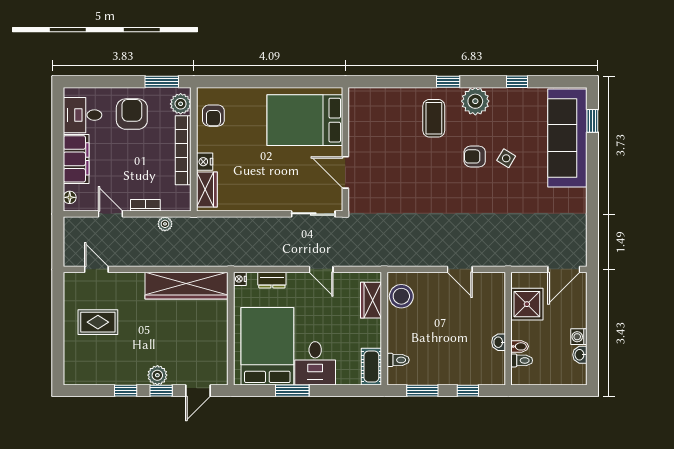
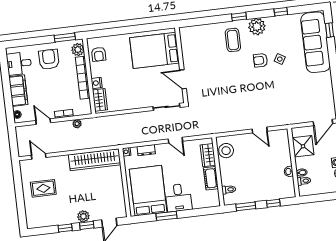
cot: (371, 367) -> (211, 178), moved

